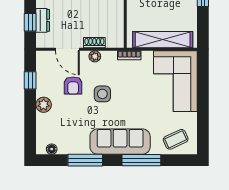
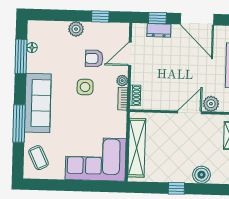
shoe rack: (94, 43) -> (135, 95), moved
bookcase: (129, 55) -> (123, 99), moved
floor lamp: (52, 149) -> (32, 48), moved
window: (85, 160) -> (21, 56), moved

